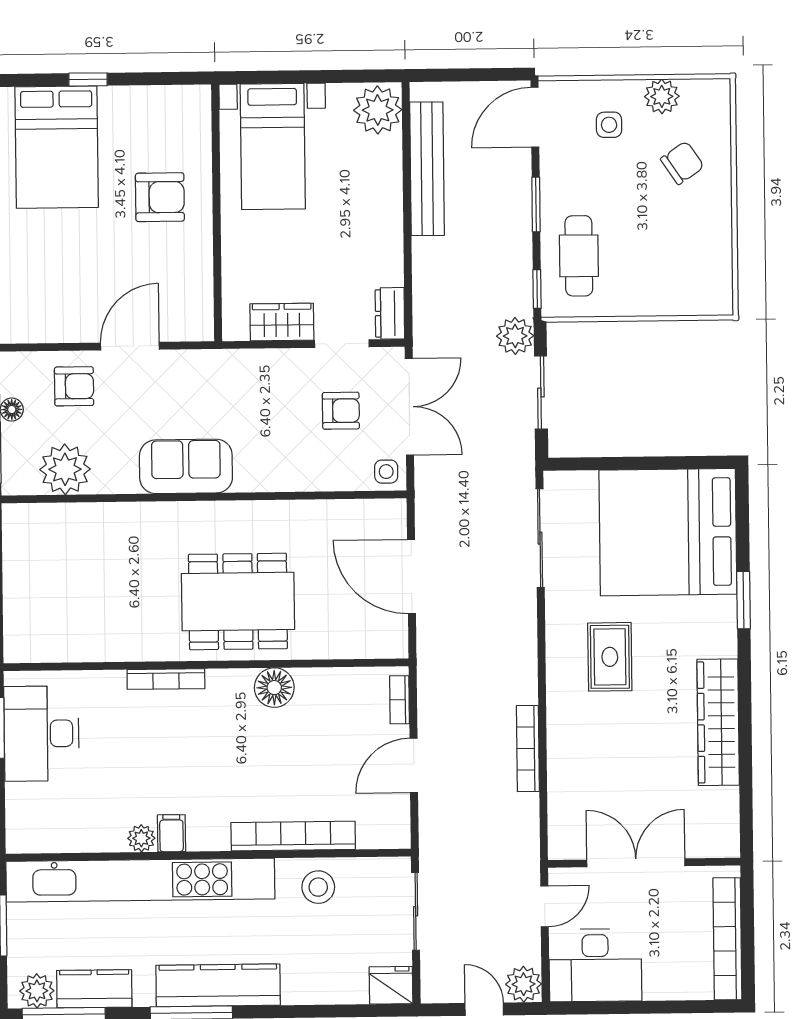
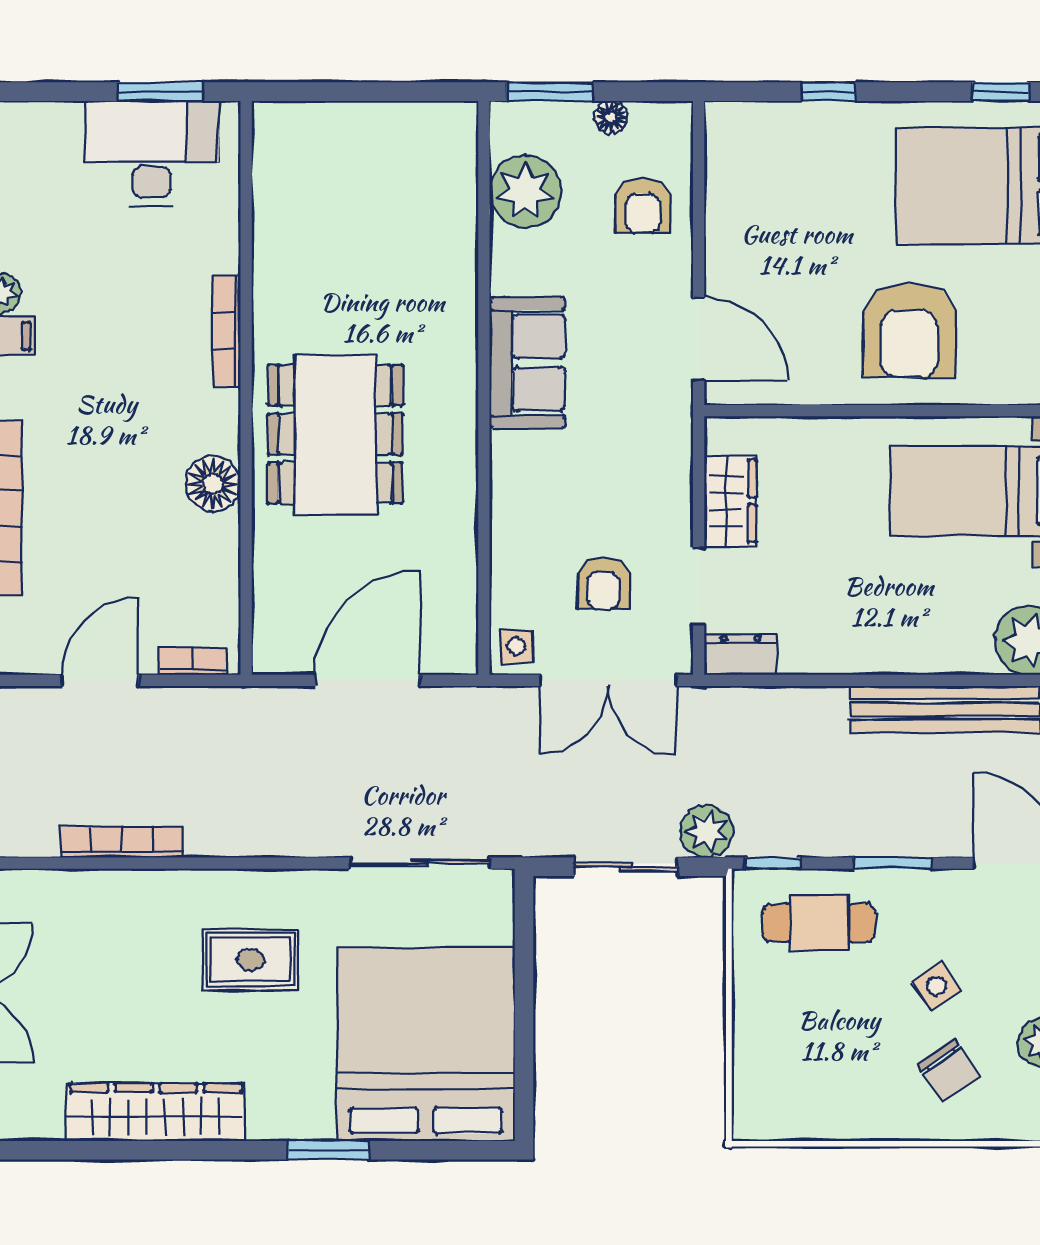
side table: (609, 125) -> (936, 986), moved, turned -35
armchair: (160, 197) -> (909, 331), width x1.36, depth x1.36
door: (130, 346) -> (699, 339), moved
door: (414, 765) -> (100, 680), hinge flipped

